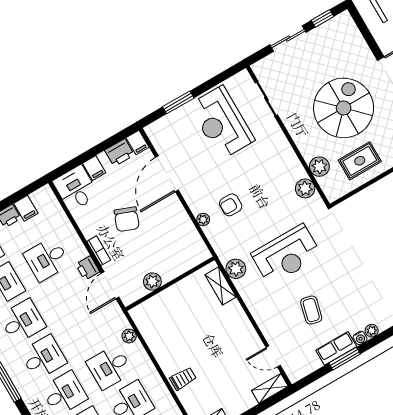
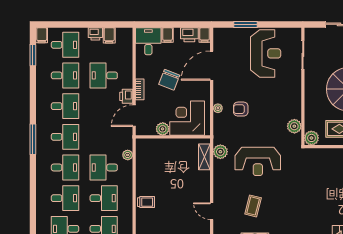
reception desk: (222, 123) -> (266, 53), turned 180
plant: (319, 167) -> (311, 138), moved
corner desk: (174, 252) -> (187, 118), added
door: (273, 356) -> (212, 211), moved

